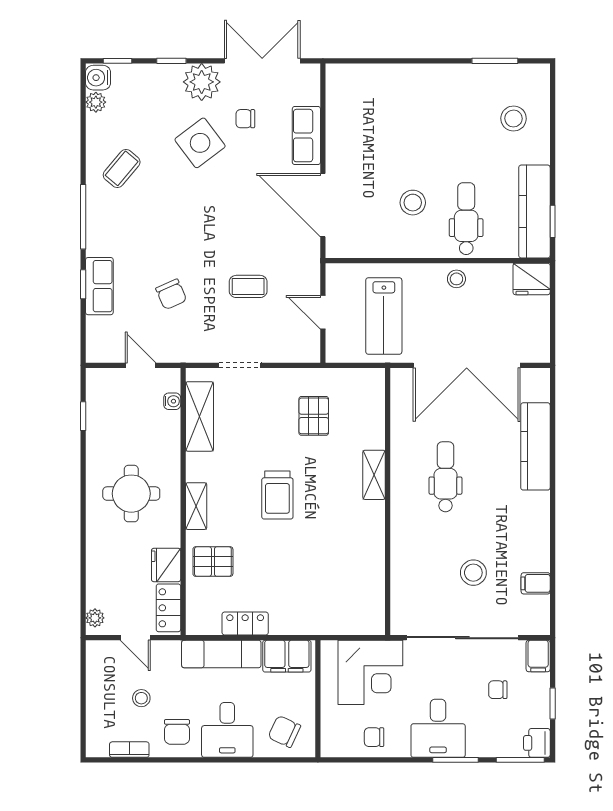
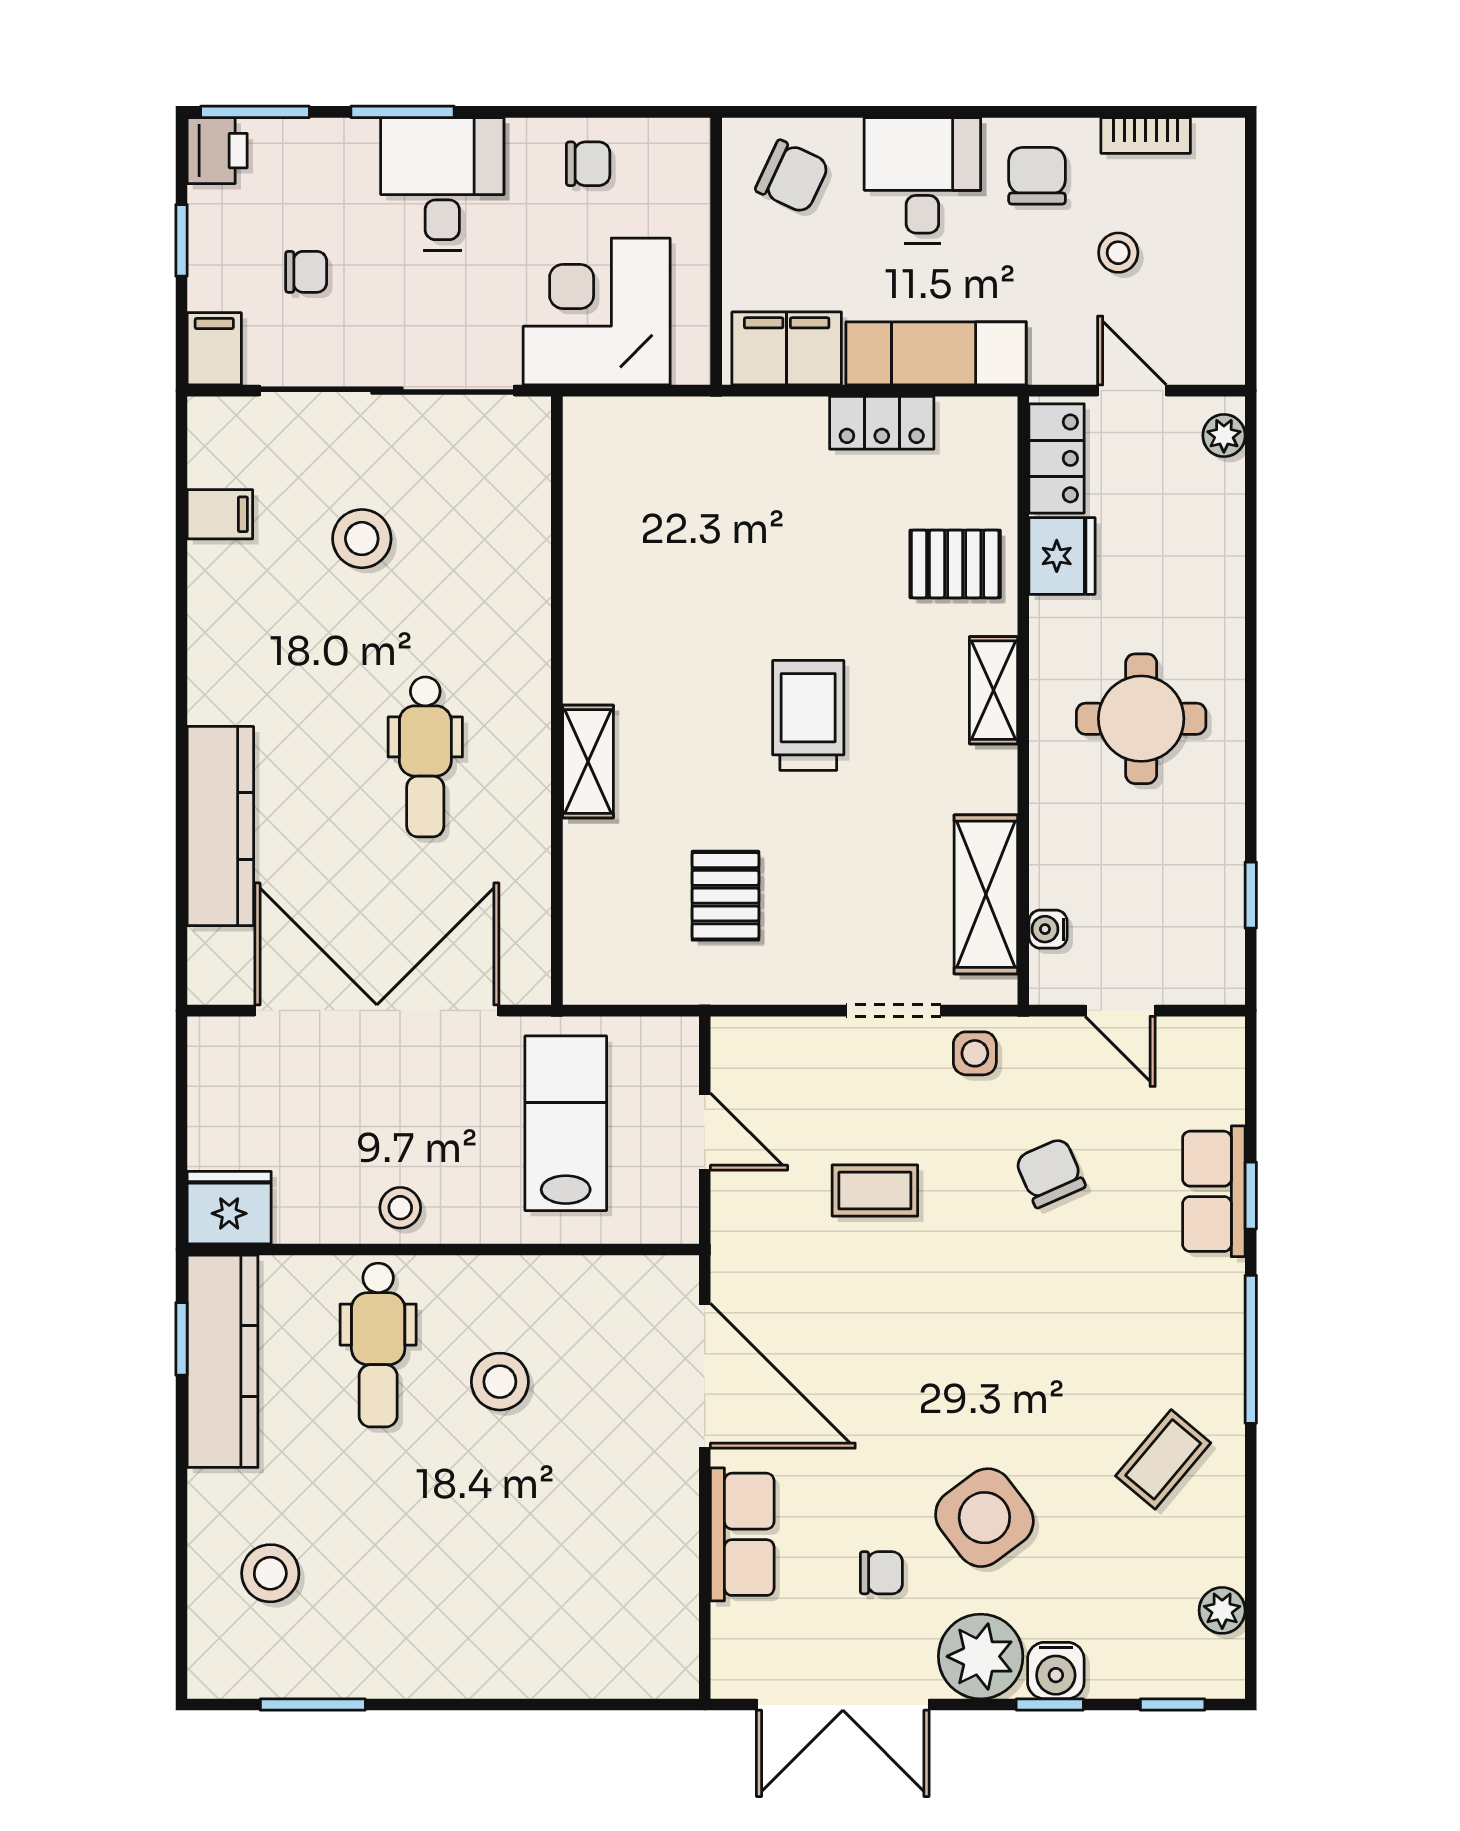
water cooler: (98, 78) -> (1056, 1671), moved, turned 90
side table: (204, 347) -> (975, 1053), added

